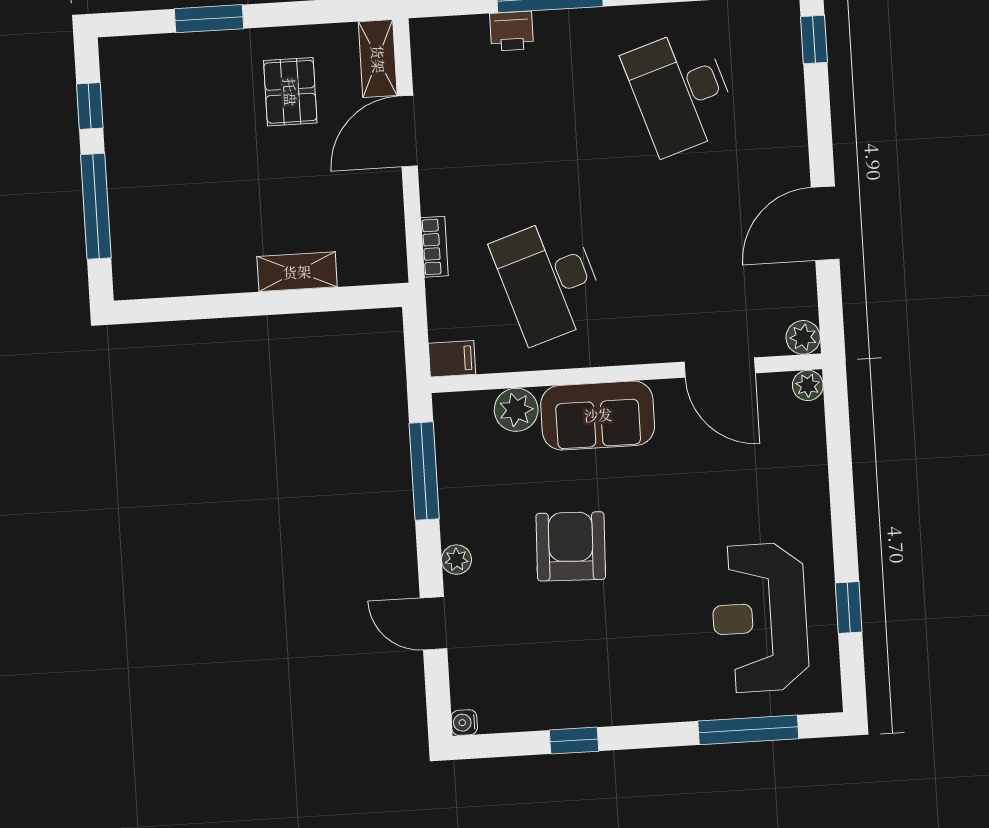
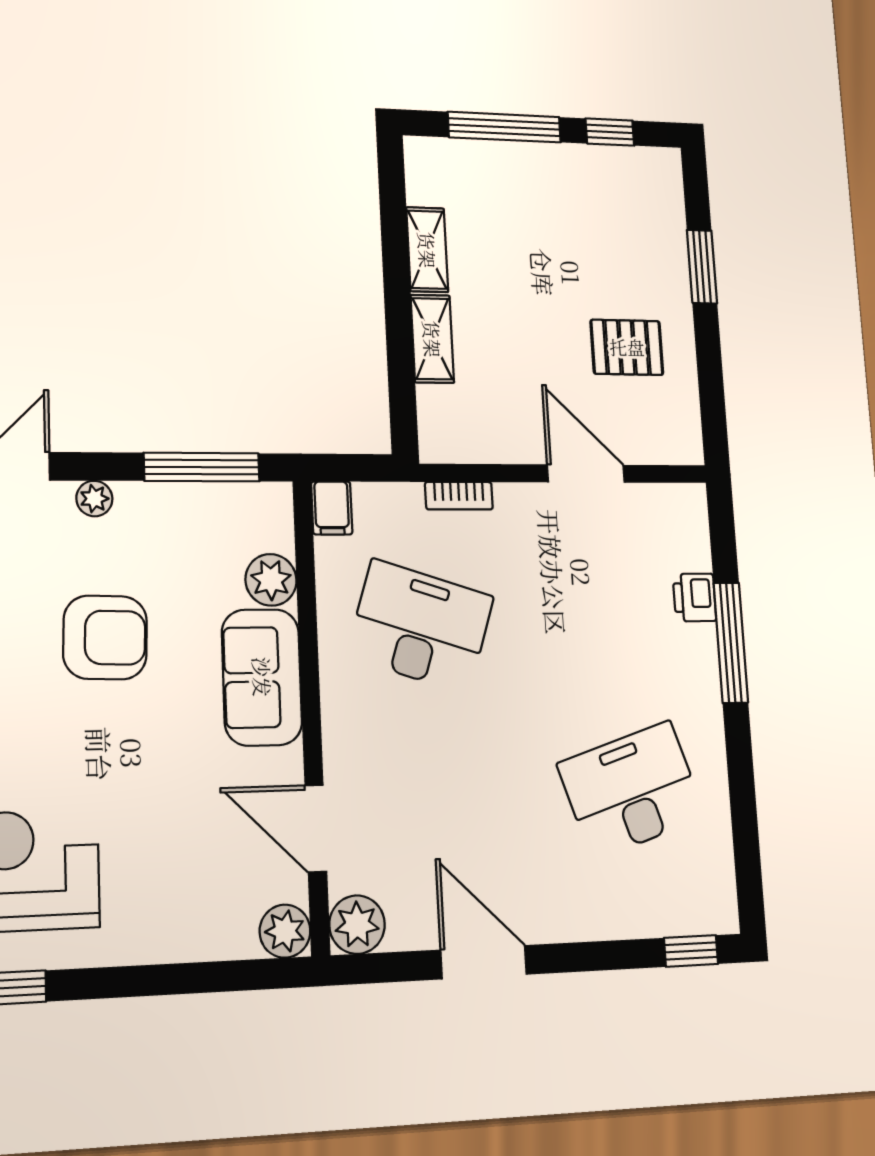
shelving: (378, 59) -> (427, 250), moved, turned 90
desk: (549, 280) -> (420, 626), turned 36
plant: (803, 337) -> (357, 925), width x1.38, depth x1.38
door: (720, 368) -> (316, 828), hinge flipped
plant: (808, 385) -> (285, 931), width x1.38, depth x1.38

